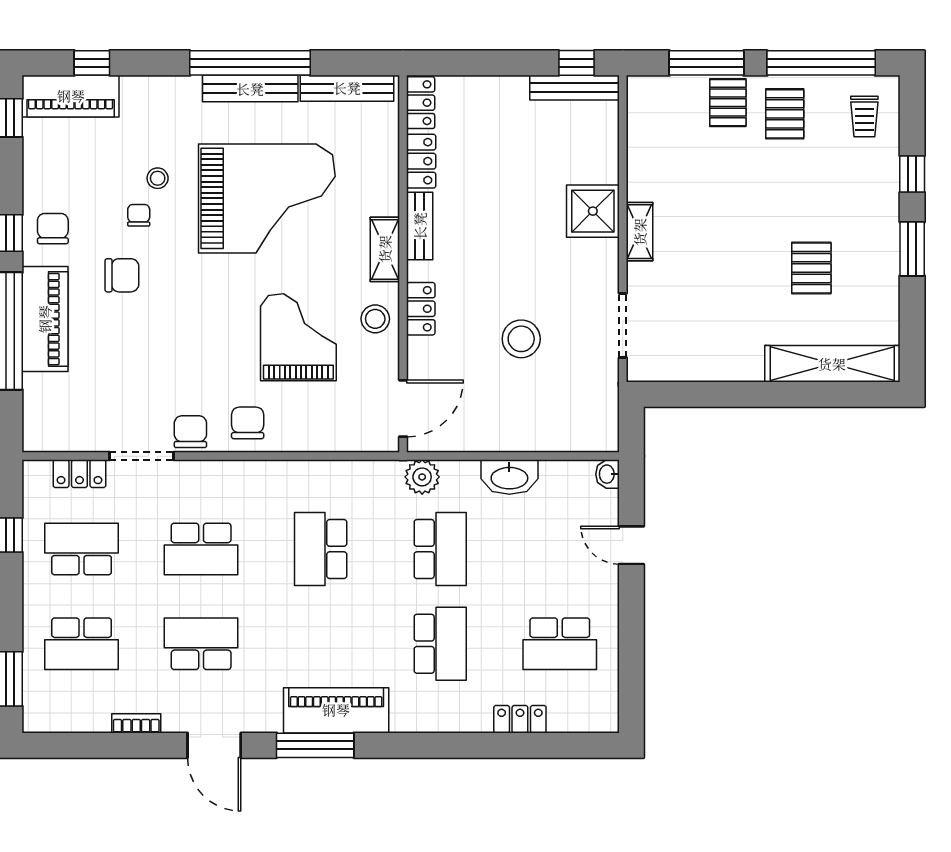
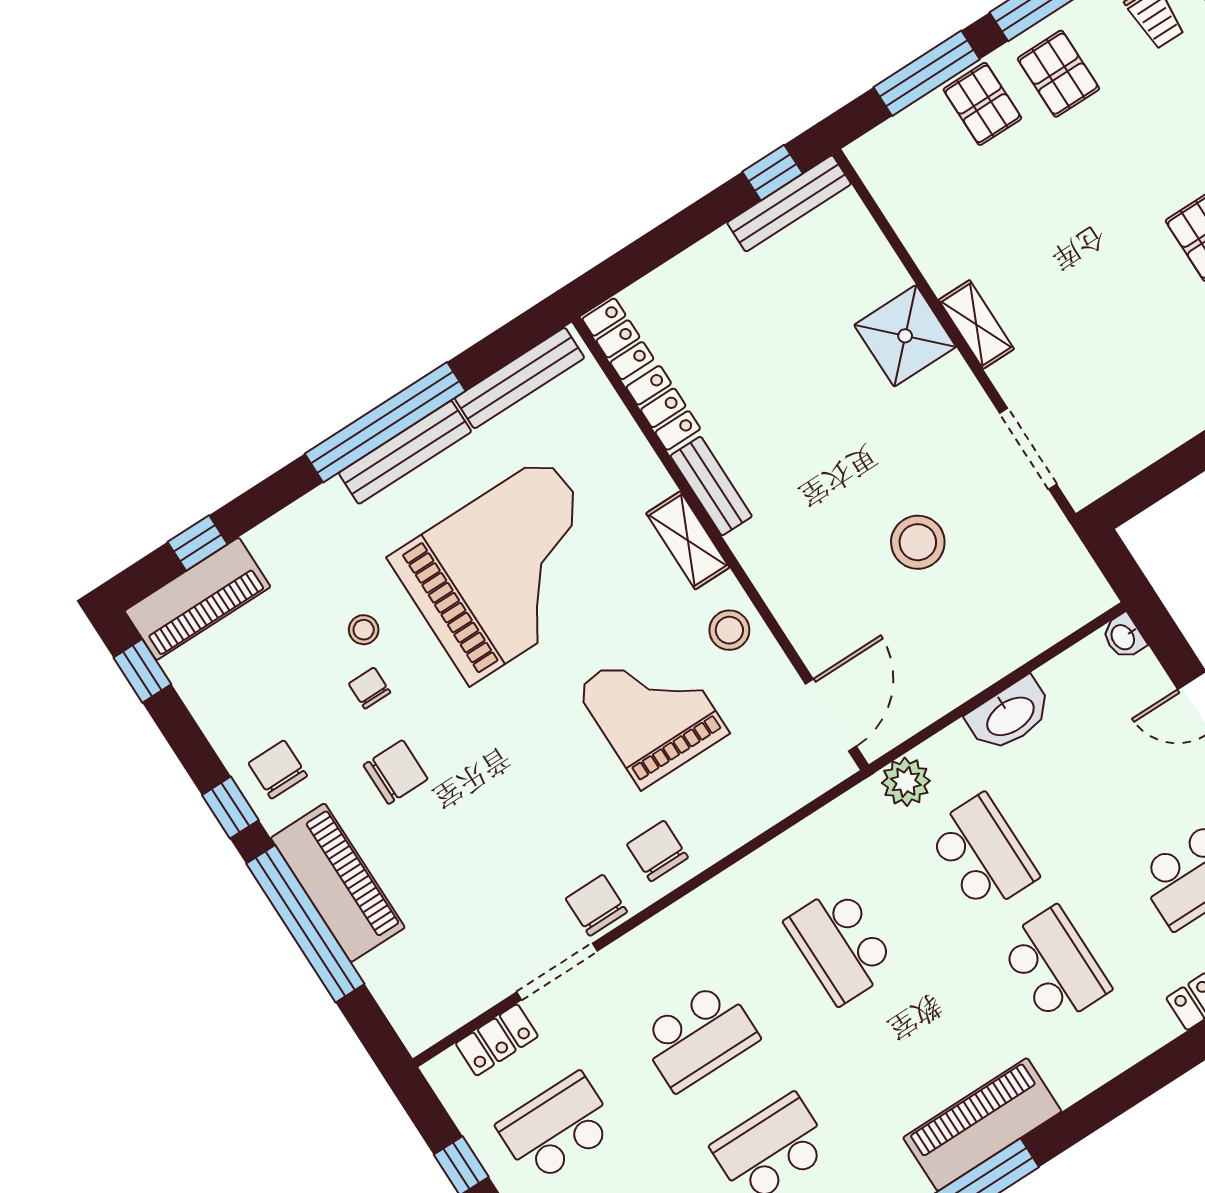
locker: (421, 309) -> (776, 583), removed

